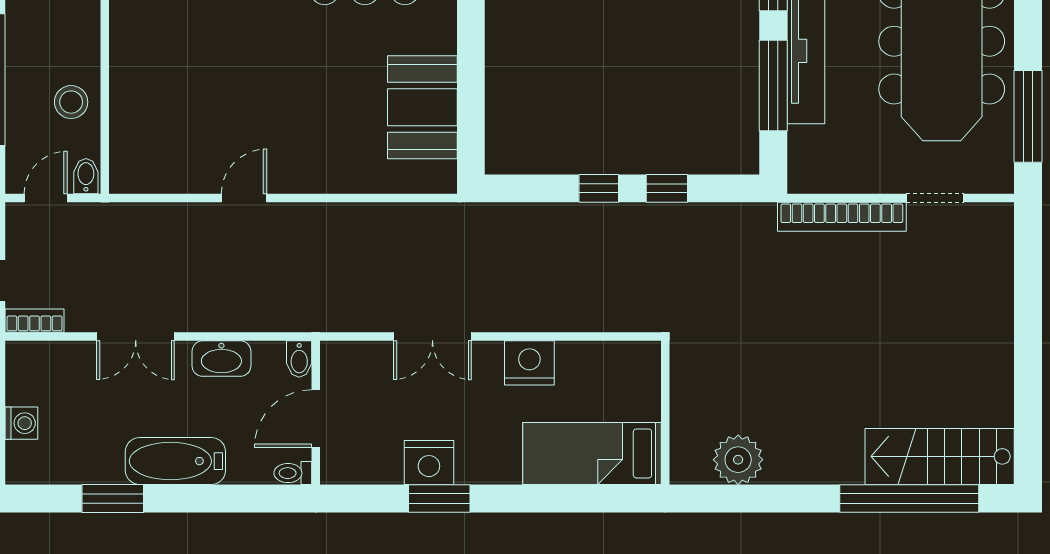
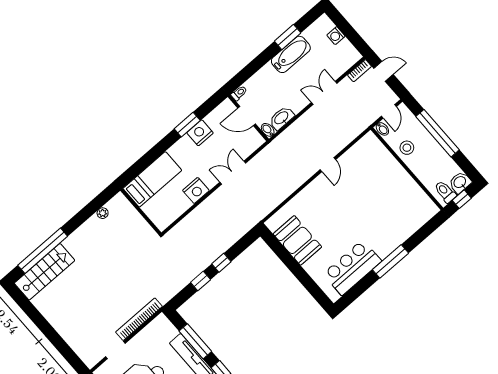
washbasin: (221, 359) -> (282, 118), moved
door: (316, 419) -> (247, 116), swing flipped
plant: (738, 460) -> (103, 213), width x0.53, depth x0.53
bathtub: (175, 461) -> (291, 54), moved

